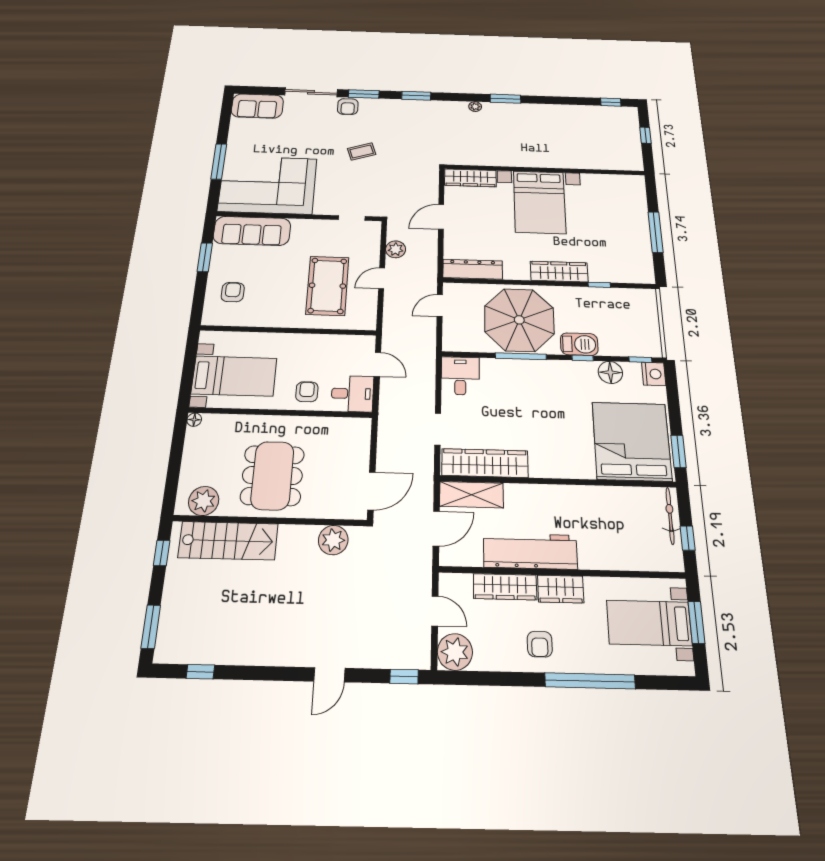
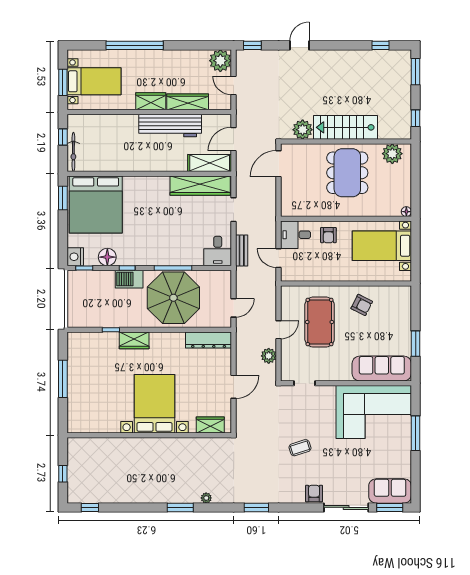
window: (364, 94) -> (390, 507), moved
wardrobe: (470, 178) -> (210, 425), width x0.67
wardrobe: (559, 272) -> (134, 340), width x0.67
armchair: (233, 292) -> (362, 305), moved, turned -63
bench: (428, 375) -> (242, 251), added
stairs: (228, 541) -> (345, 127), moved
armchair: (540, 644) -> (166, 67), removed

